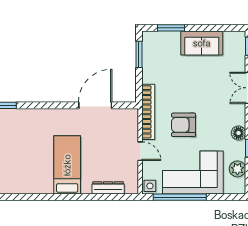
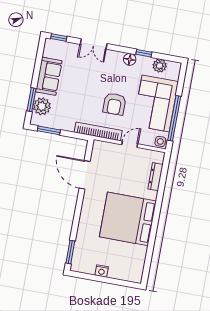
plant: (165, 41) -> (42, 106), added
bed: (67, 165) -> (128, 219), width x2.04

